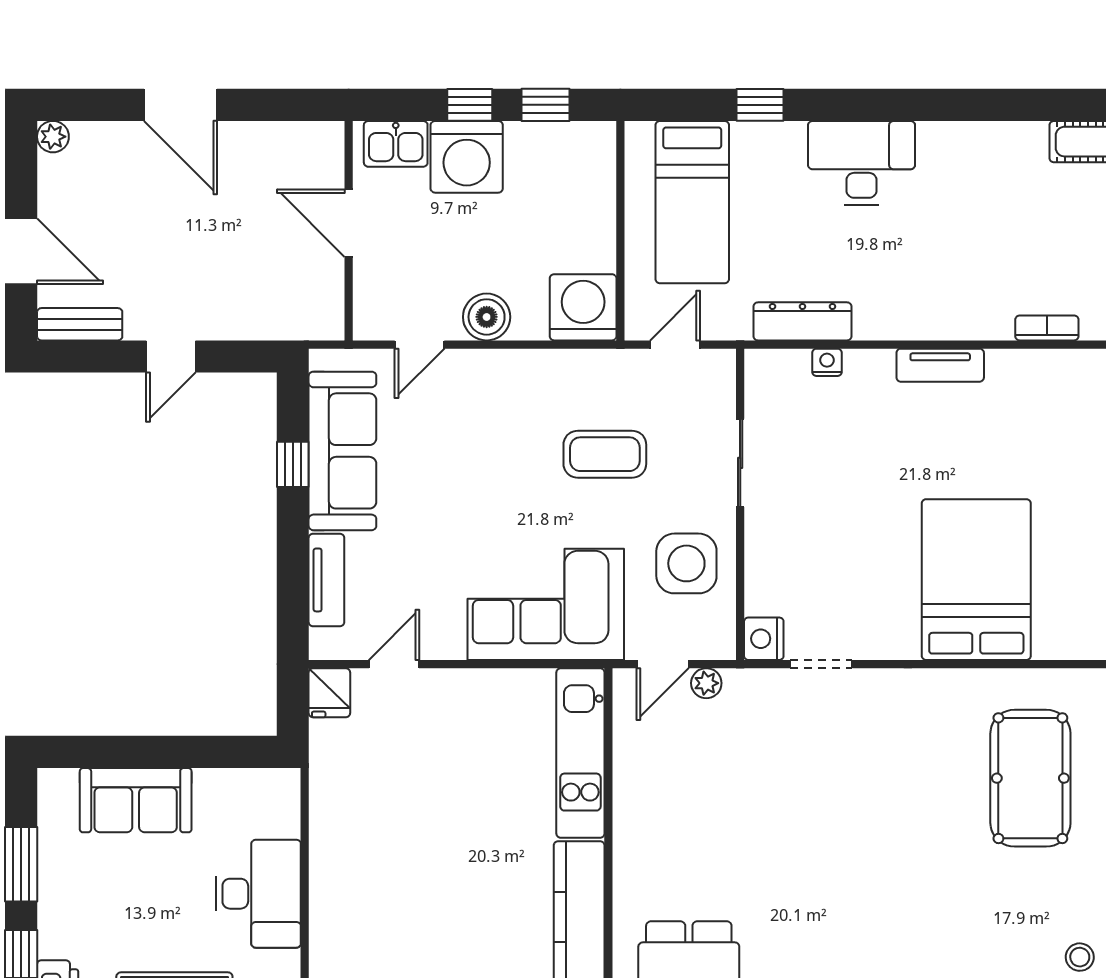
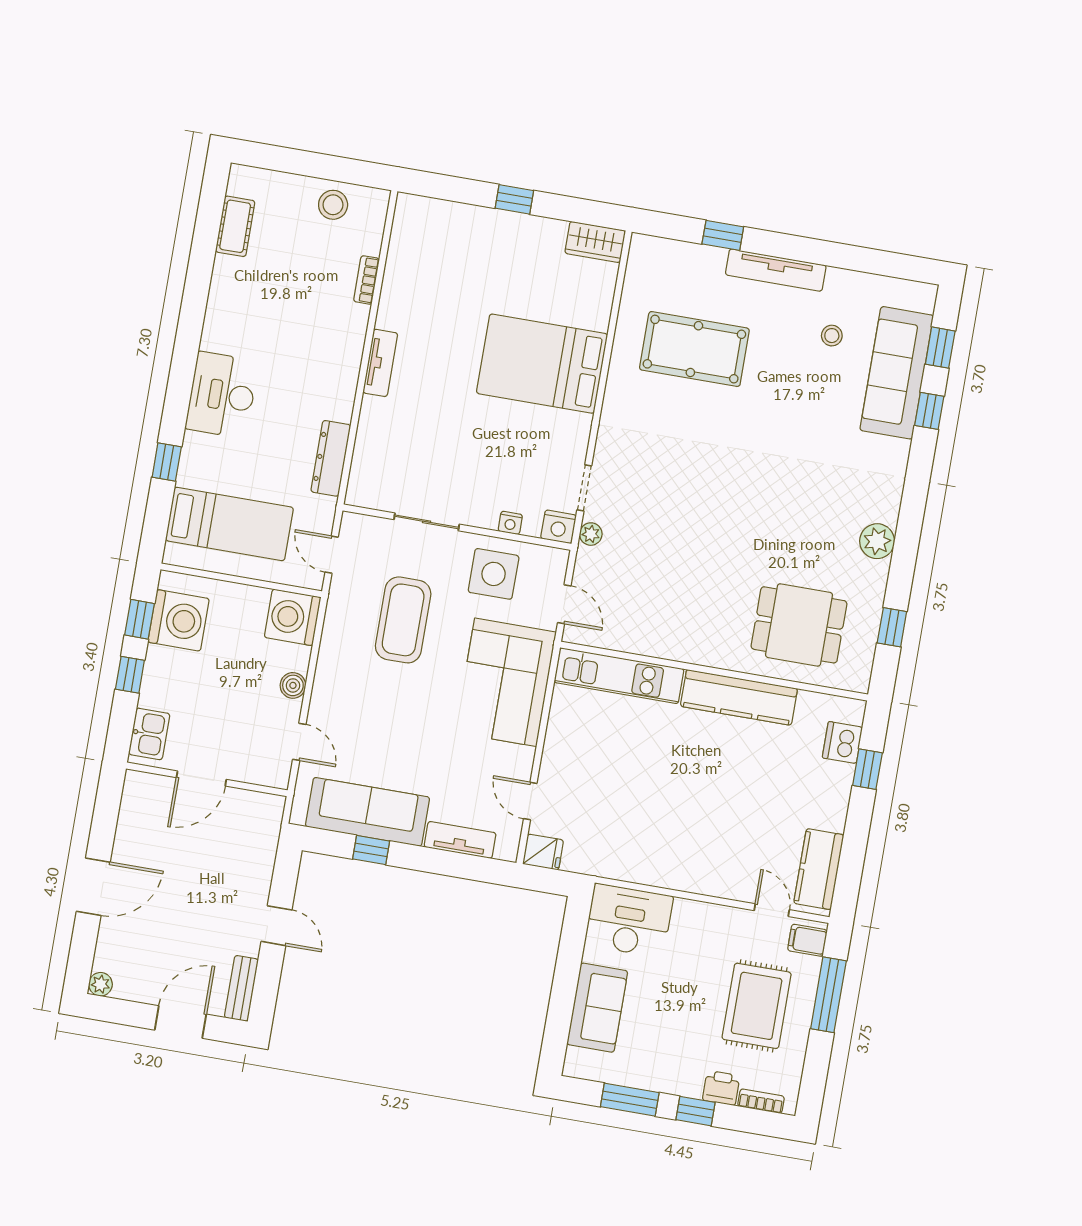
washing machine: (467, 157) -> (179, 620), moved
boiler: (487, 317) -> (293, 685), width x0.73, depth x0.73
nightstand: (827, 362) -> (510, 523), moved, turned -90
coffee table: (605, 454) -> (403, 620), width x1.36, depth x1.32
plant: (706, 683) -> (591, 534), moved
desk: (258, 894) -> (629, 921), moved

